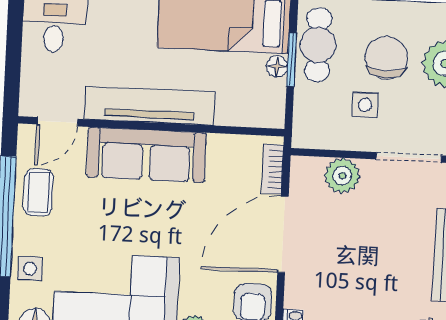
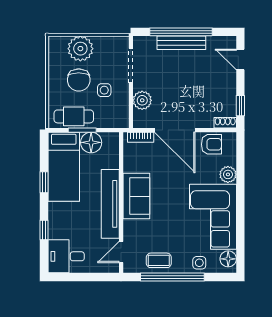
chair: (386, 58) -> (79, 80), turned -90
floor lamp: (277, 66) -> (91, 142), width x1.89, depth x1.89
door: (58, 122) -> (121, 252), swing flipped
sofa: (146, 155) -> (136, 196), width x0.73

